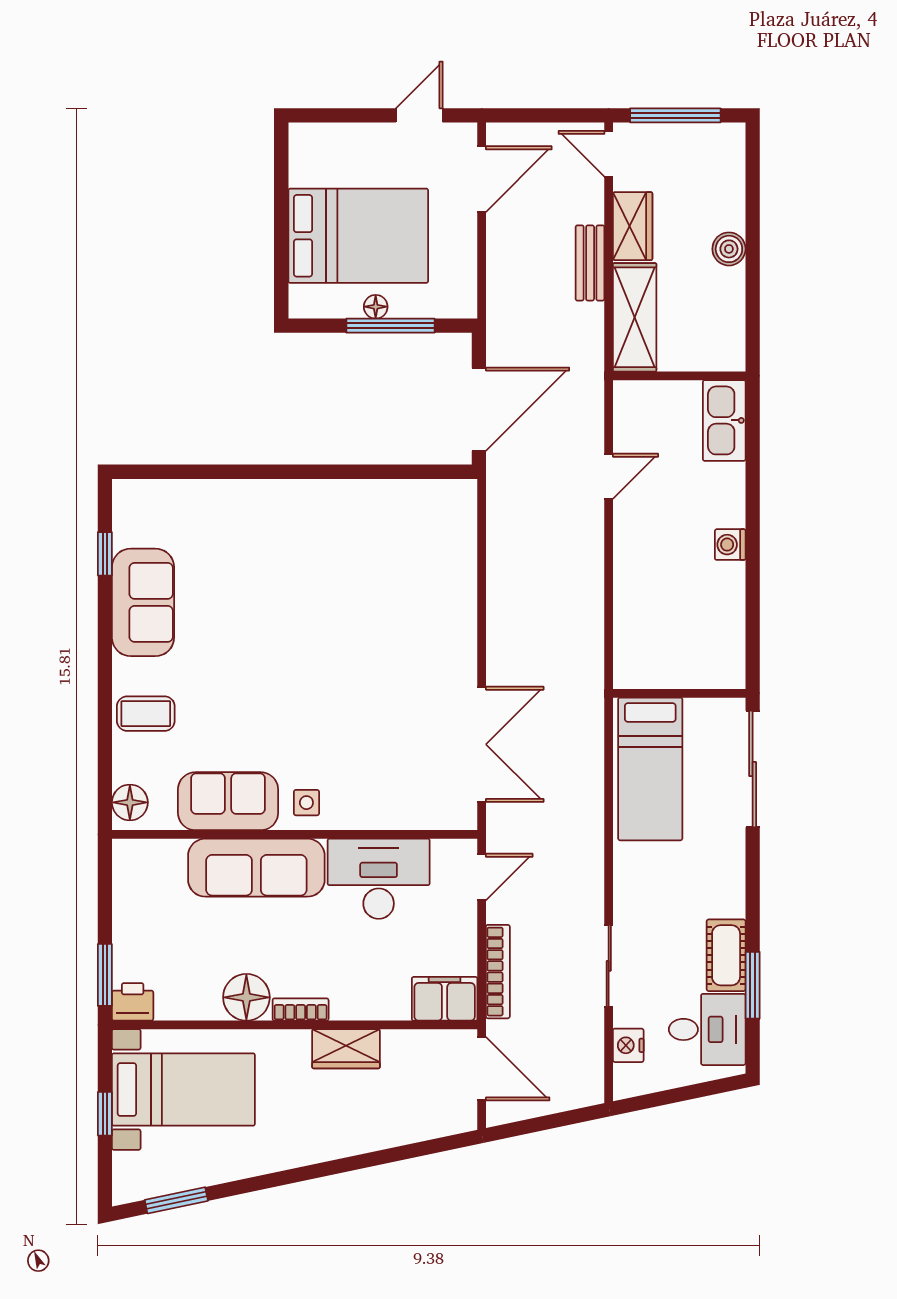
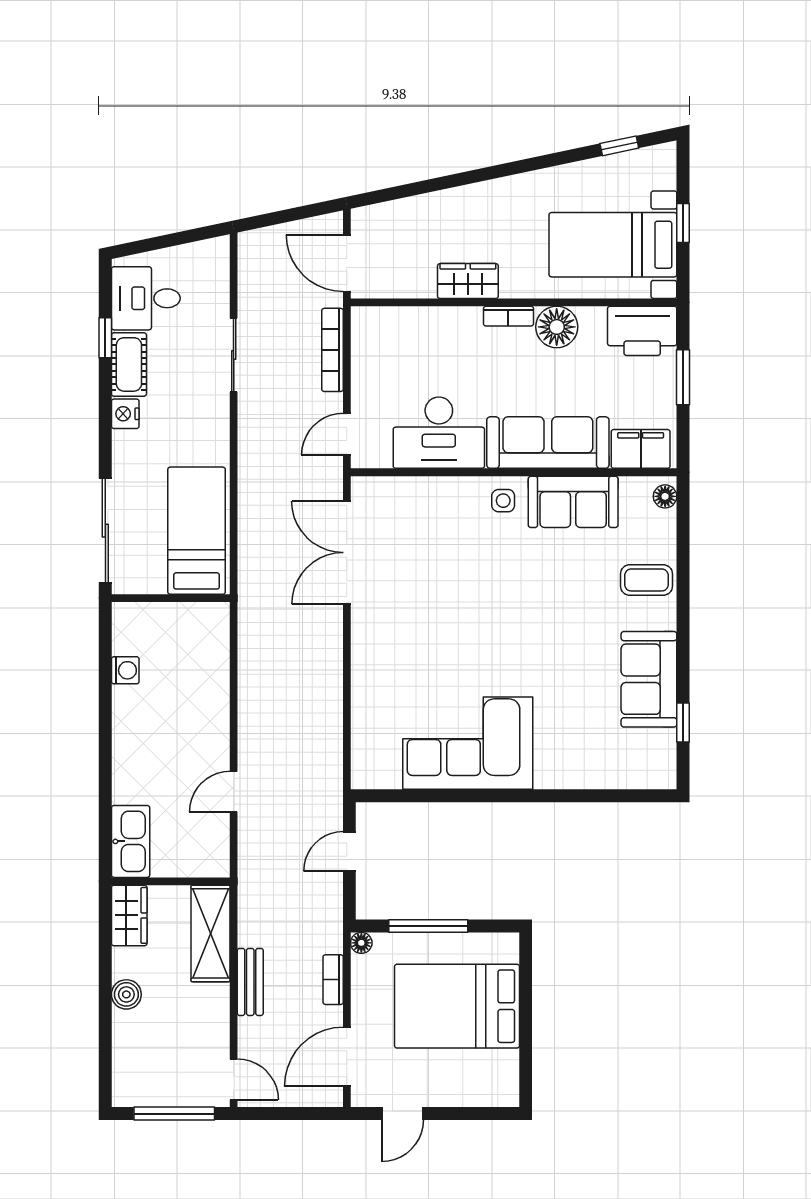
wardrobe: (633, 226) -> (129, 915), moved, turned 180
bookcase: (497, 266) -> (333, 980), added
floor lamp: (376, 307) -> (361, 943), moved
door: (479, 409) -> (349, 851), width x0.53
corner sofa: (346, 531) -> (468, 743), added
washing machine: (730, 545) -> (125, 670), moved
floor lamp: (130, 802) -> (665, 496), width x0.73, depth x0.73
window: (105, 975) -> (683, 377), moved
window: (753, 985) -> (105, 338), width x0.67
filing cabinet: (445, 999) -> (641, 449), moved, turned 180
printer: (133, 1002) -> (642, 331), width x1.87, depth x1.48
nightstand: (628, 1045) -> (125, 414), moved, turned 180
window: (176, 1200) -> (619, 146), width x0.67

